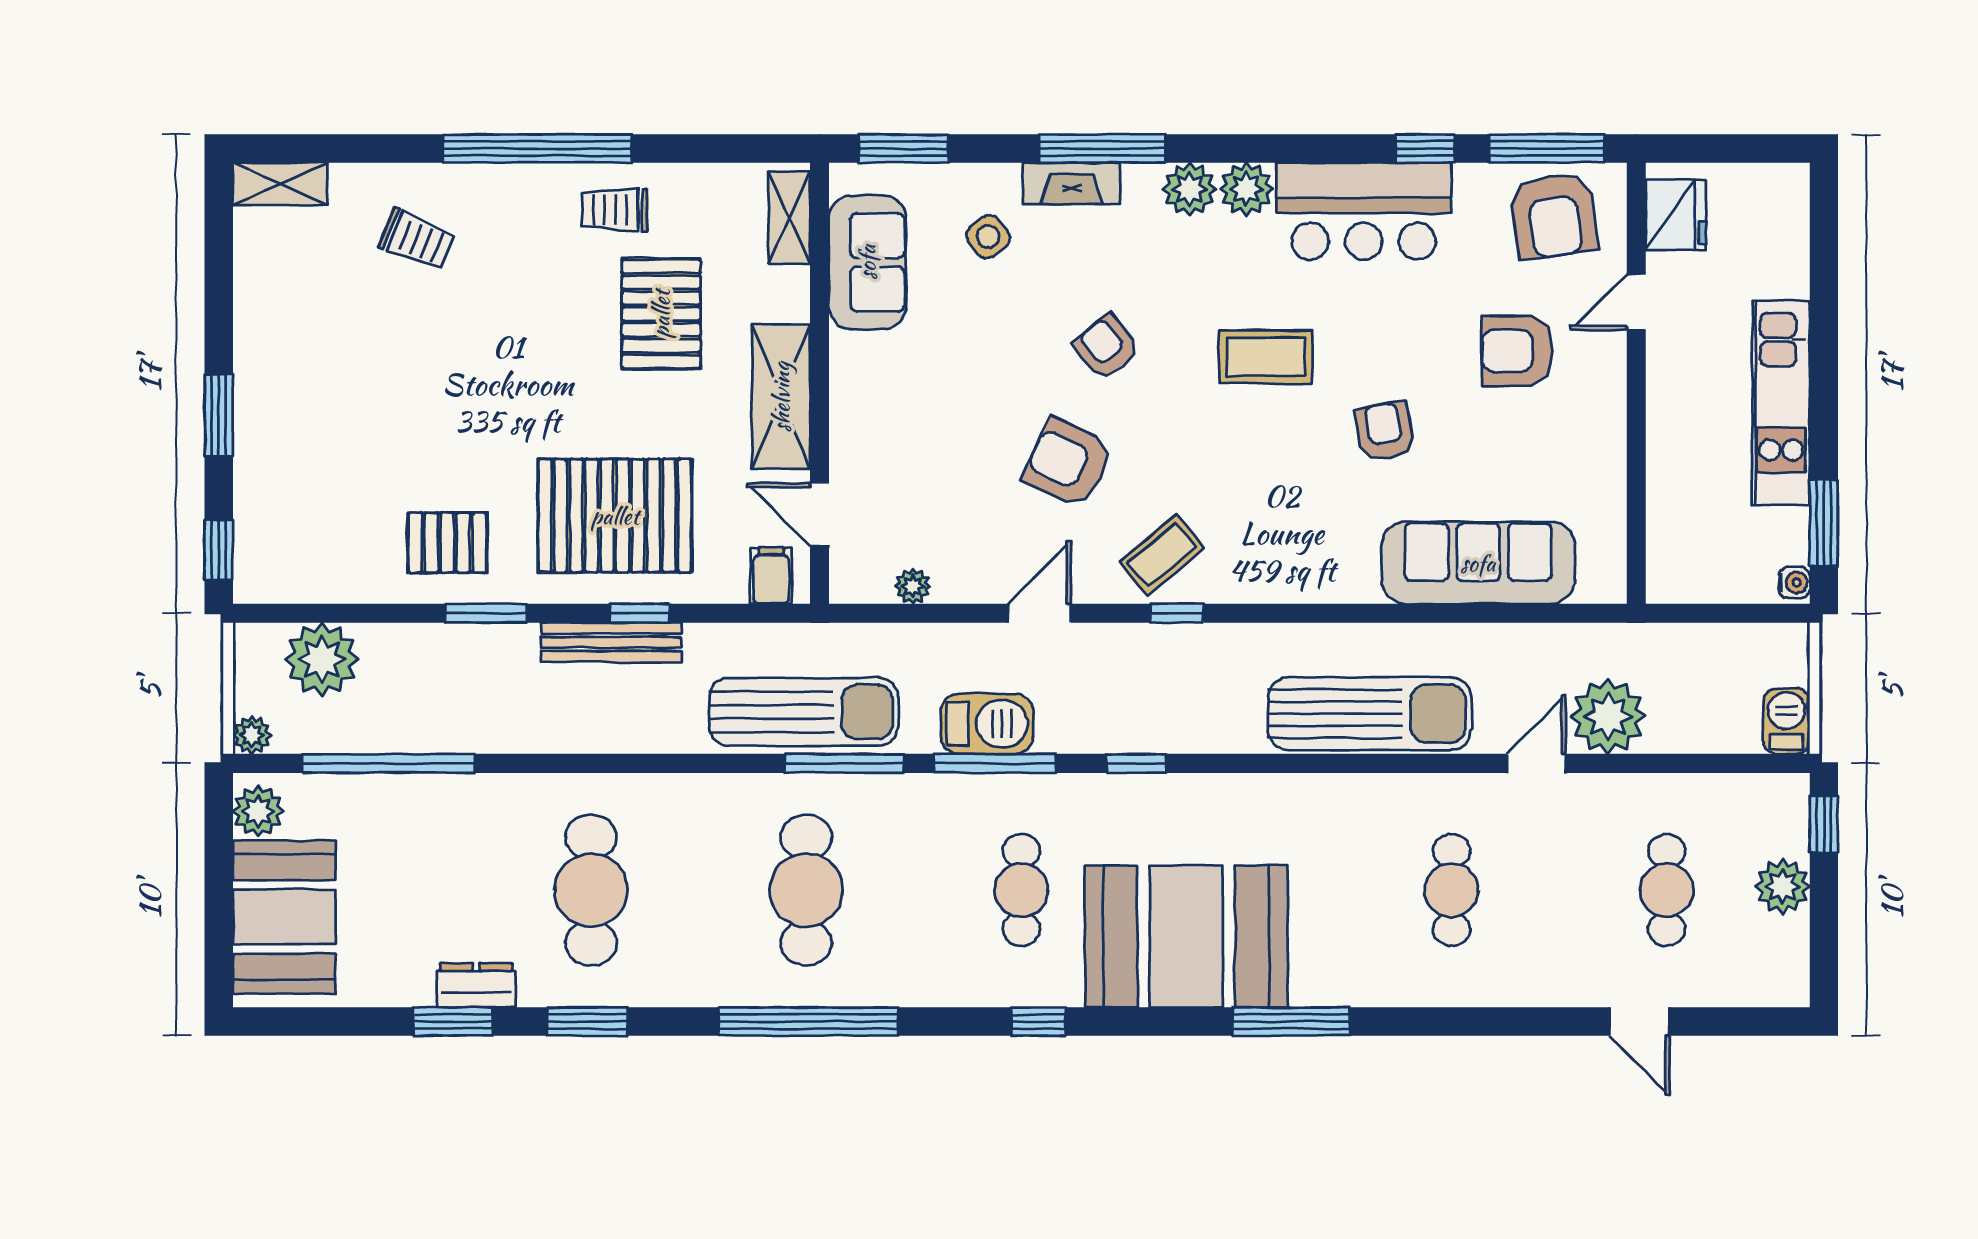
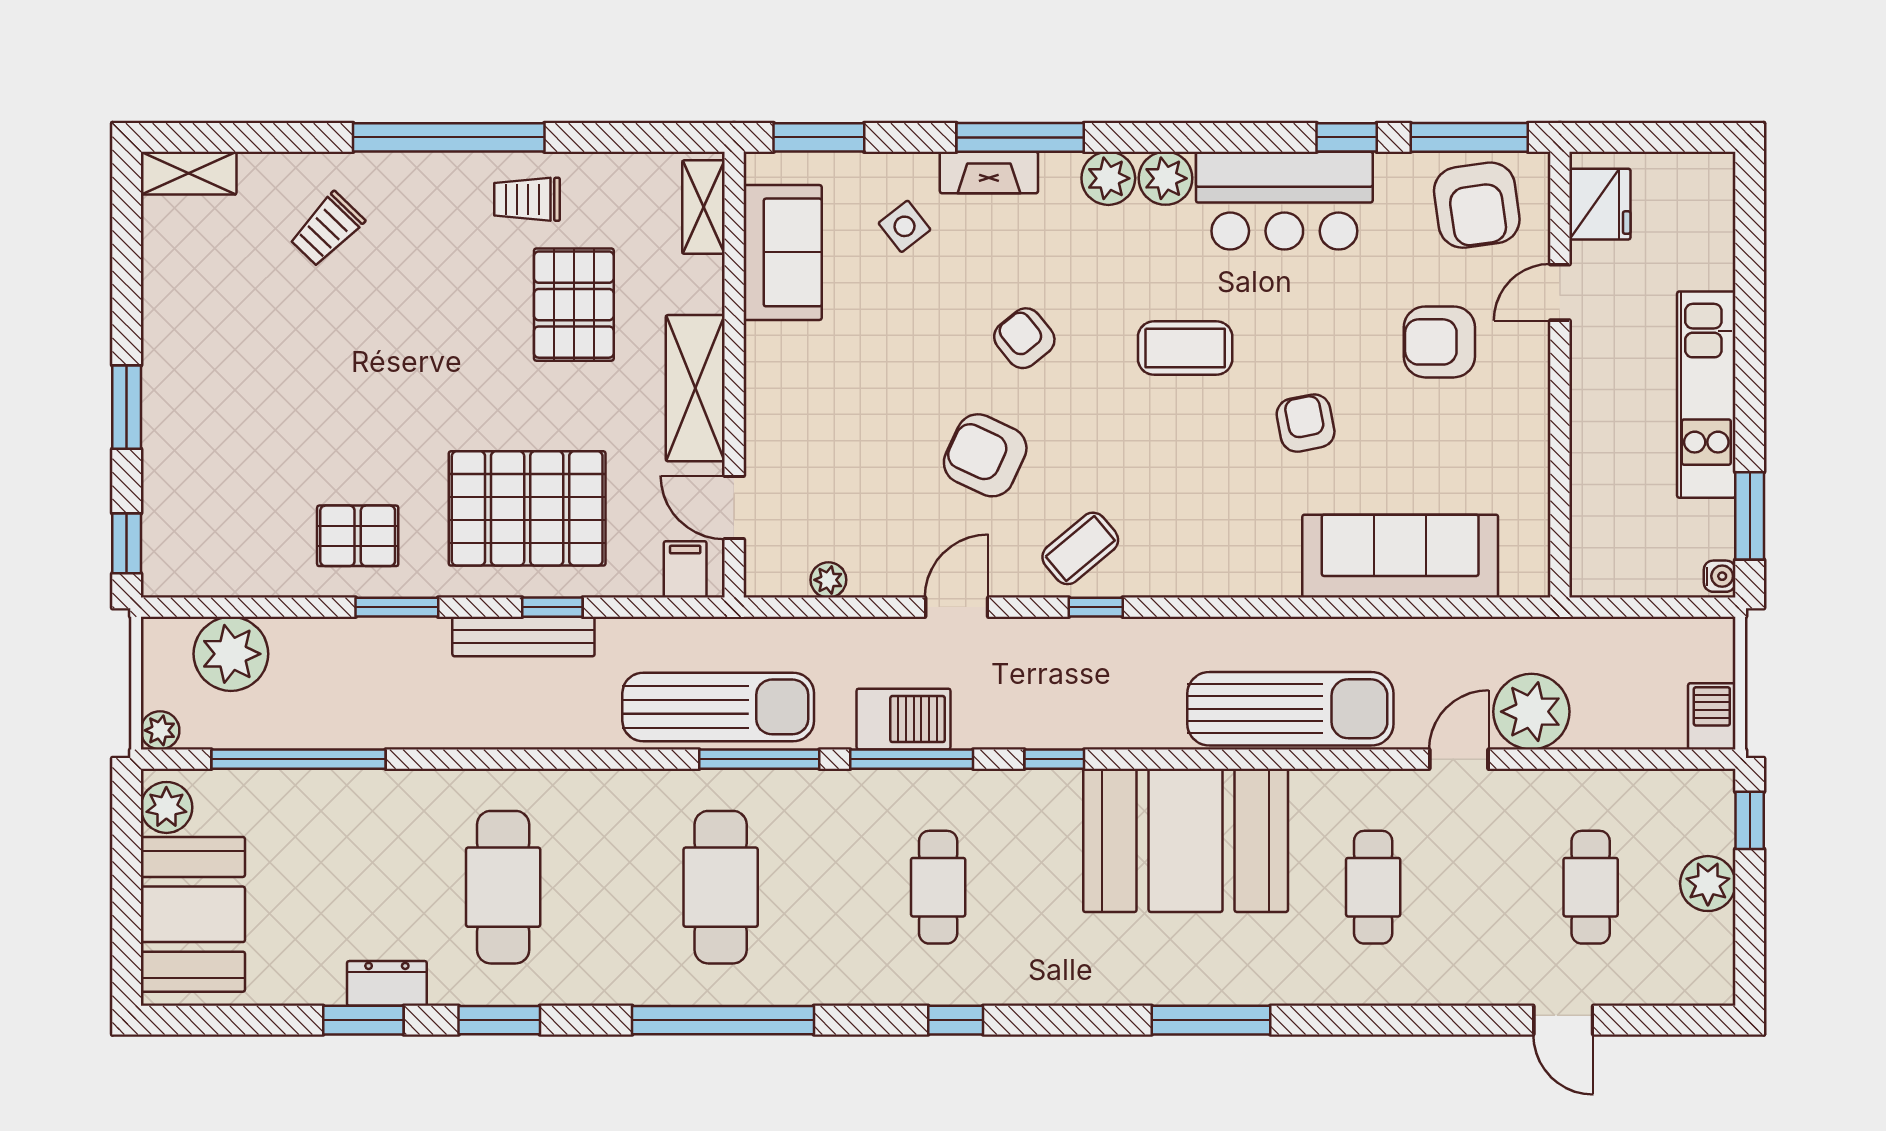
trolley: (417, 240) -> (327, 229), turned 112
booth: (1186, 936) -> (1186, 840), moved

